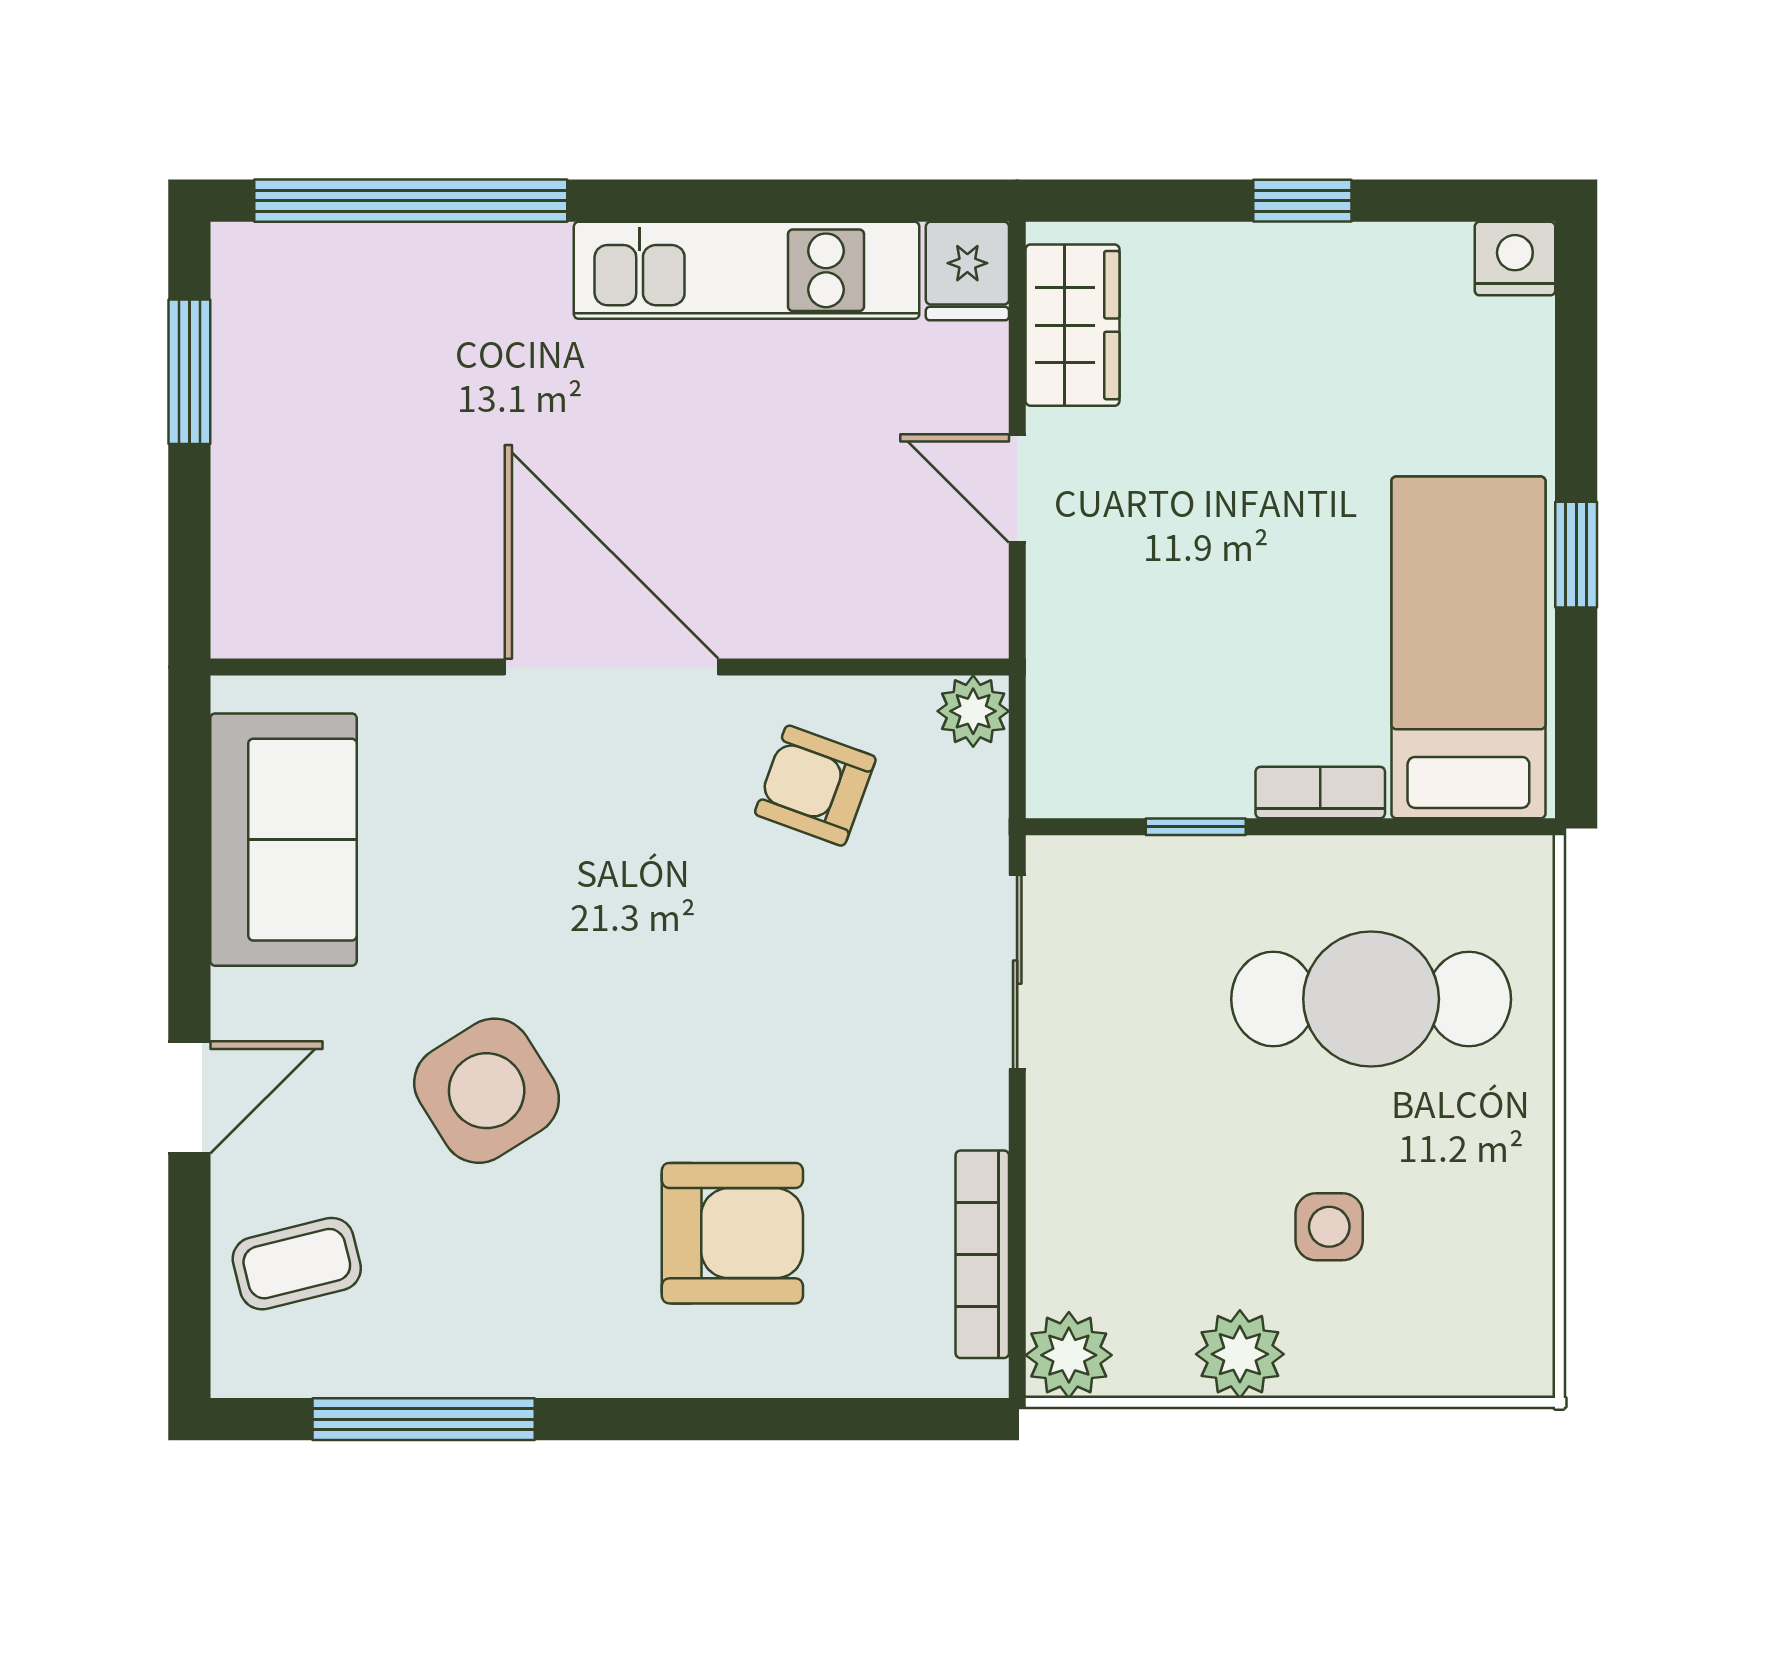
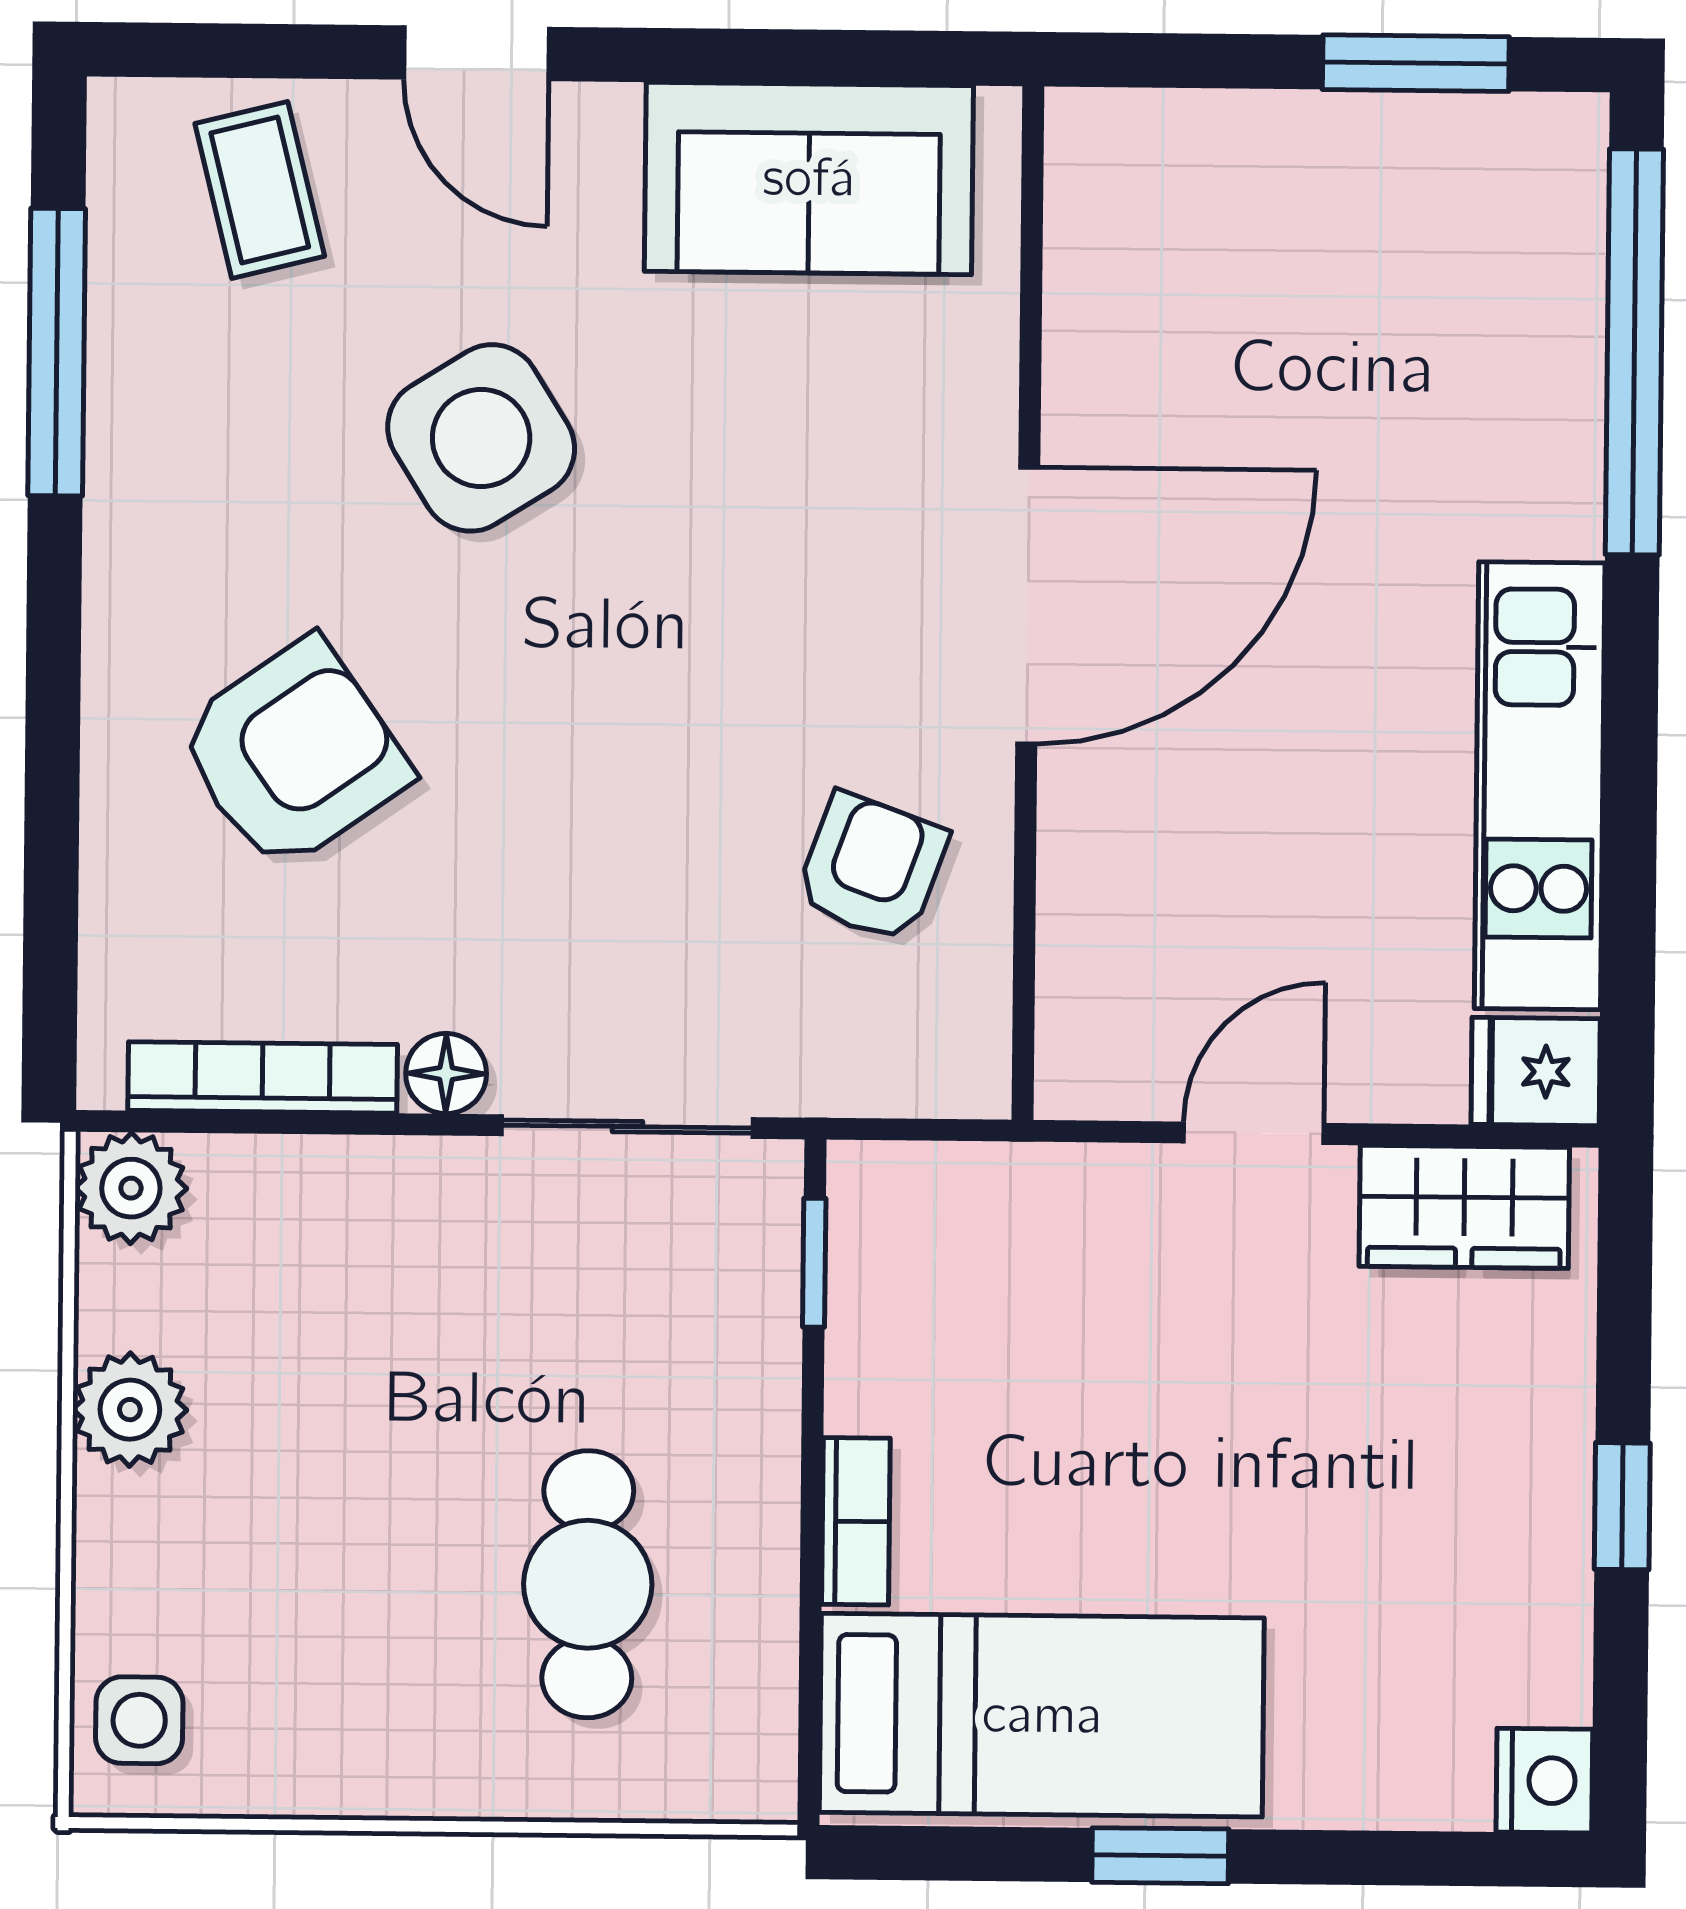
plant: (973, 711) -> (966, 1073), removed
window: (1196, 827) -> (814, 1263), moved
cafe table: (1371, 999) -> (588, 1584), width x0.73, depth x0.74
floor lamp: (978, 1113) -> (446, 1073), added
side table: (1329, 1227) -> (139, 1720), moved
armchair: (732, 1233) -> (293, 754), turned -125

